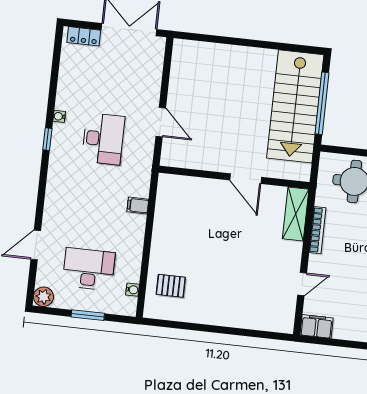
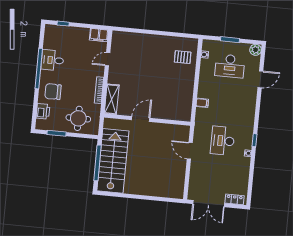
door: (246, 179) -> (141, 119), hinge flipped

